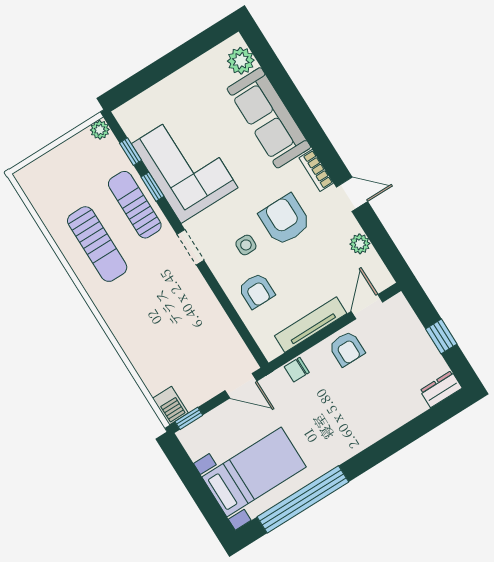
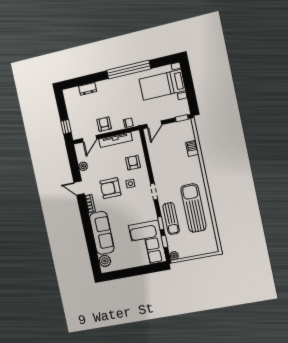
corner sofa: (185, 166) -> (147, 243), moved
armchair: (285, 220) -> (110, 188), turned 90
sun lounger: (97, 244) -> (193, 208), width x1.36, depth x1.34
window: (441, 336) -> (66, 127), moved
door: (241, 386) -> (154, 124), swing flipped
dresser: (441, 389) -> (88, 89), moved
barbecue: (170, 406) -> (192, 148), moved
window: (303, 499) -> (129, 70), moved

